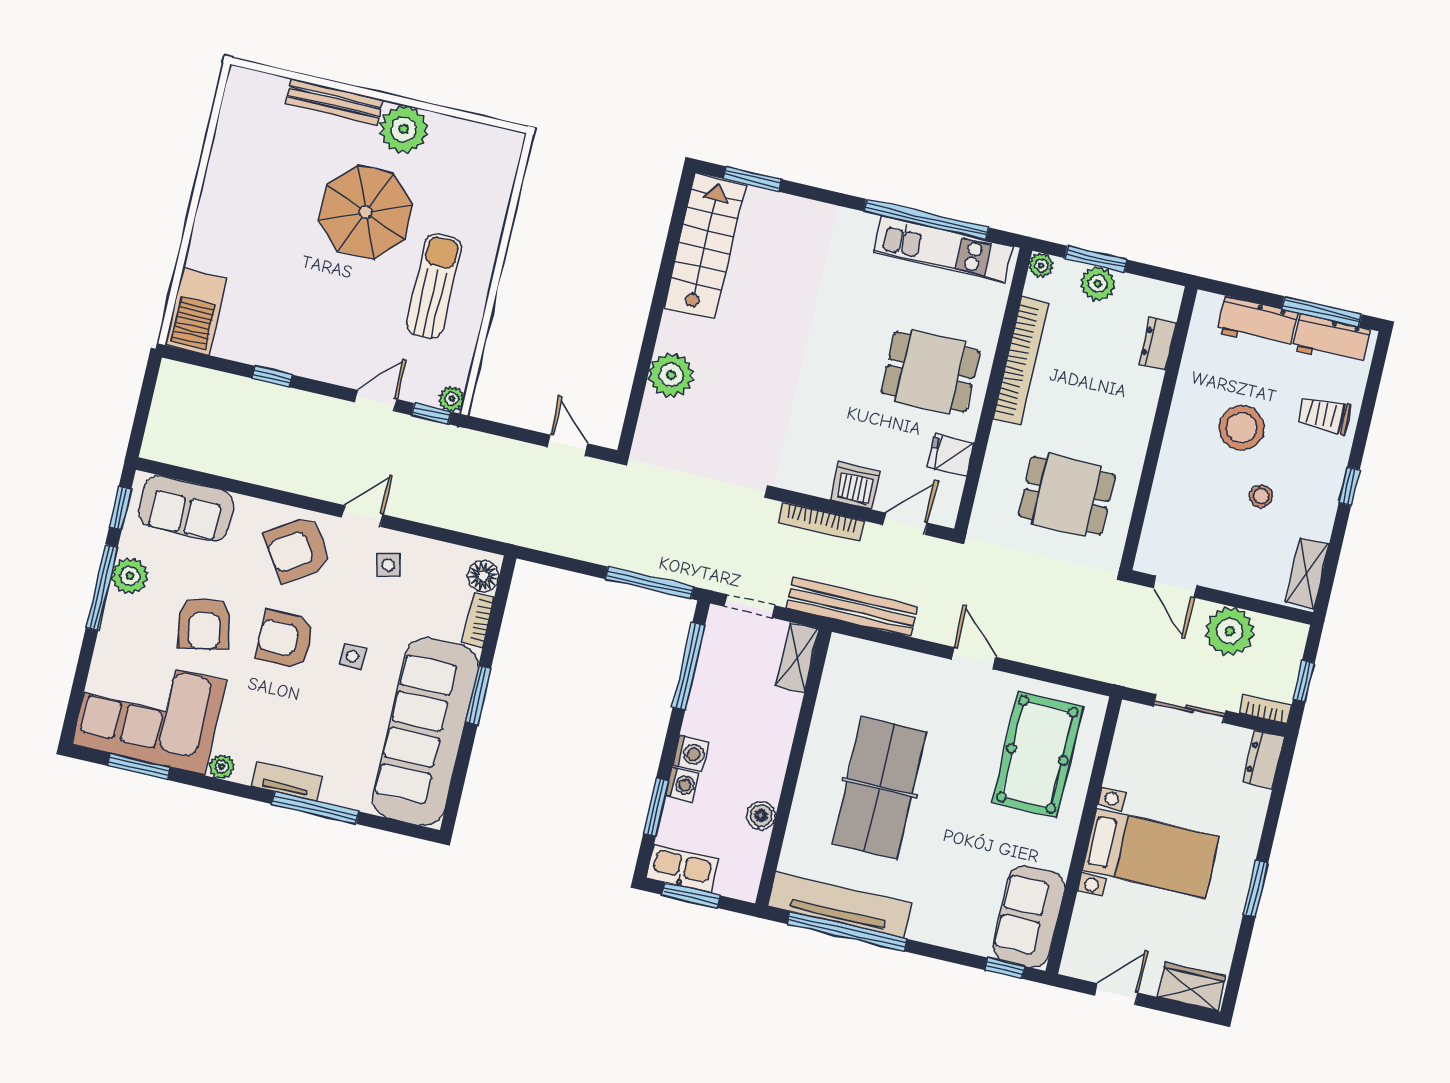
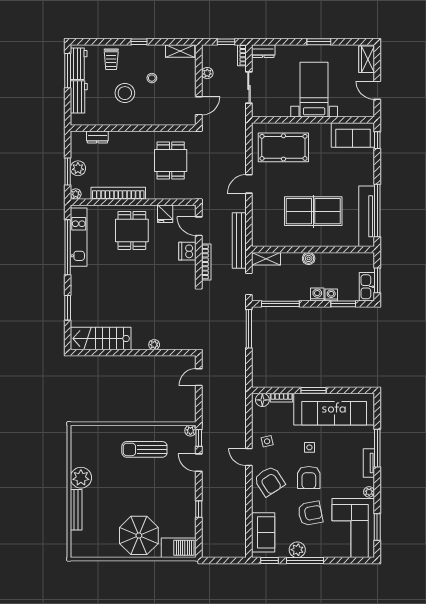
window: (752, 179) -> (68, 308), moved
parasol: (366, 212) -> (139, 535), moved
plant: (671, 375) -> (154, 345), width x0.53, depth x0.53
plant: (1230, 631) -> (207, 73), width x0.53, depth x0.53
boiler: (761, 815) -> (309, 258), moved

